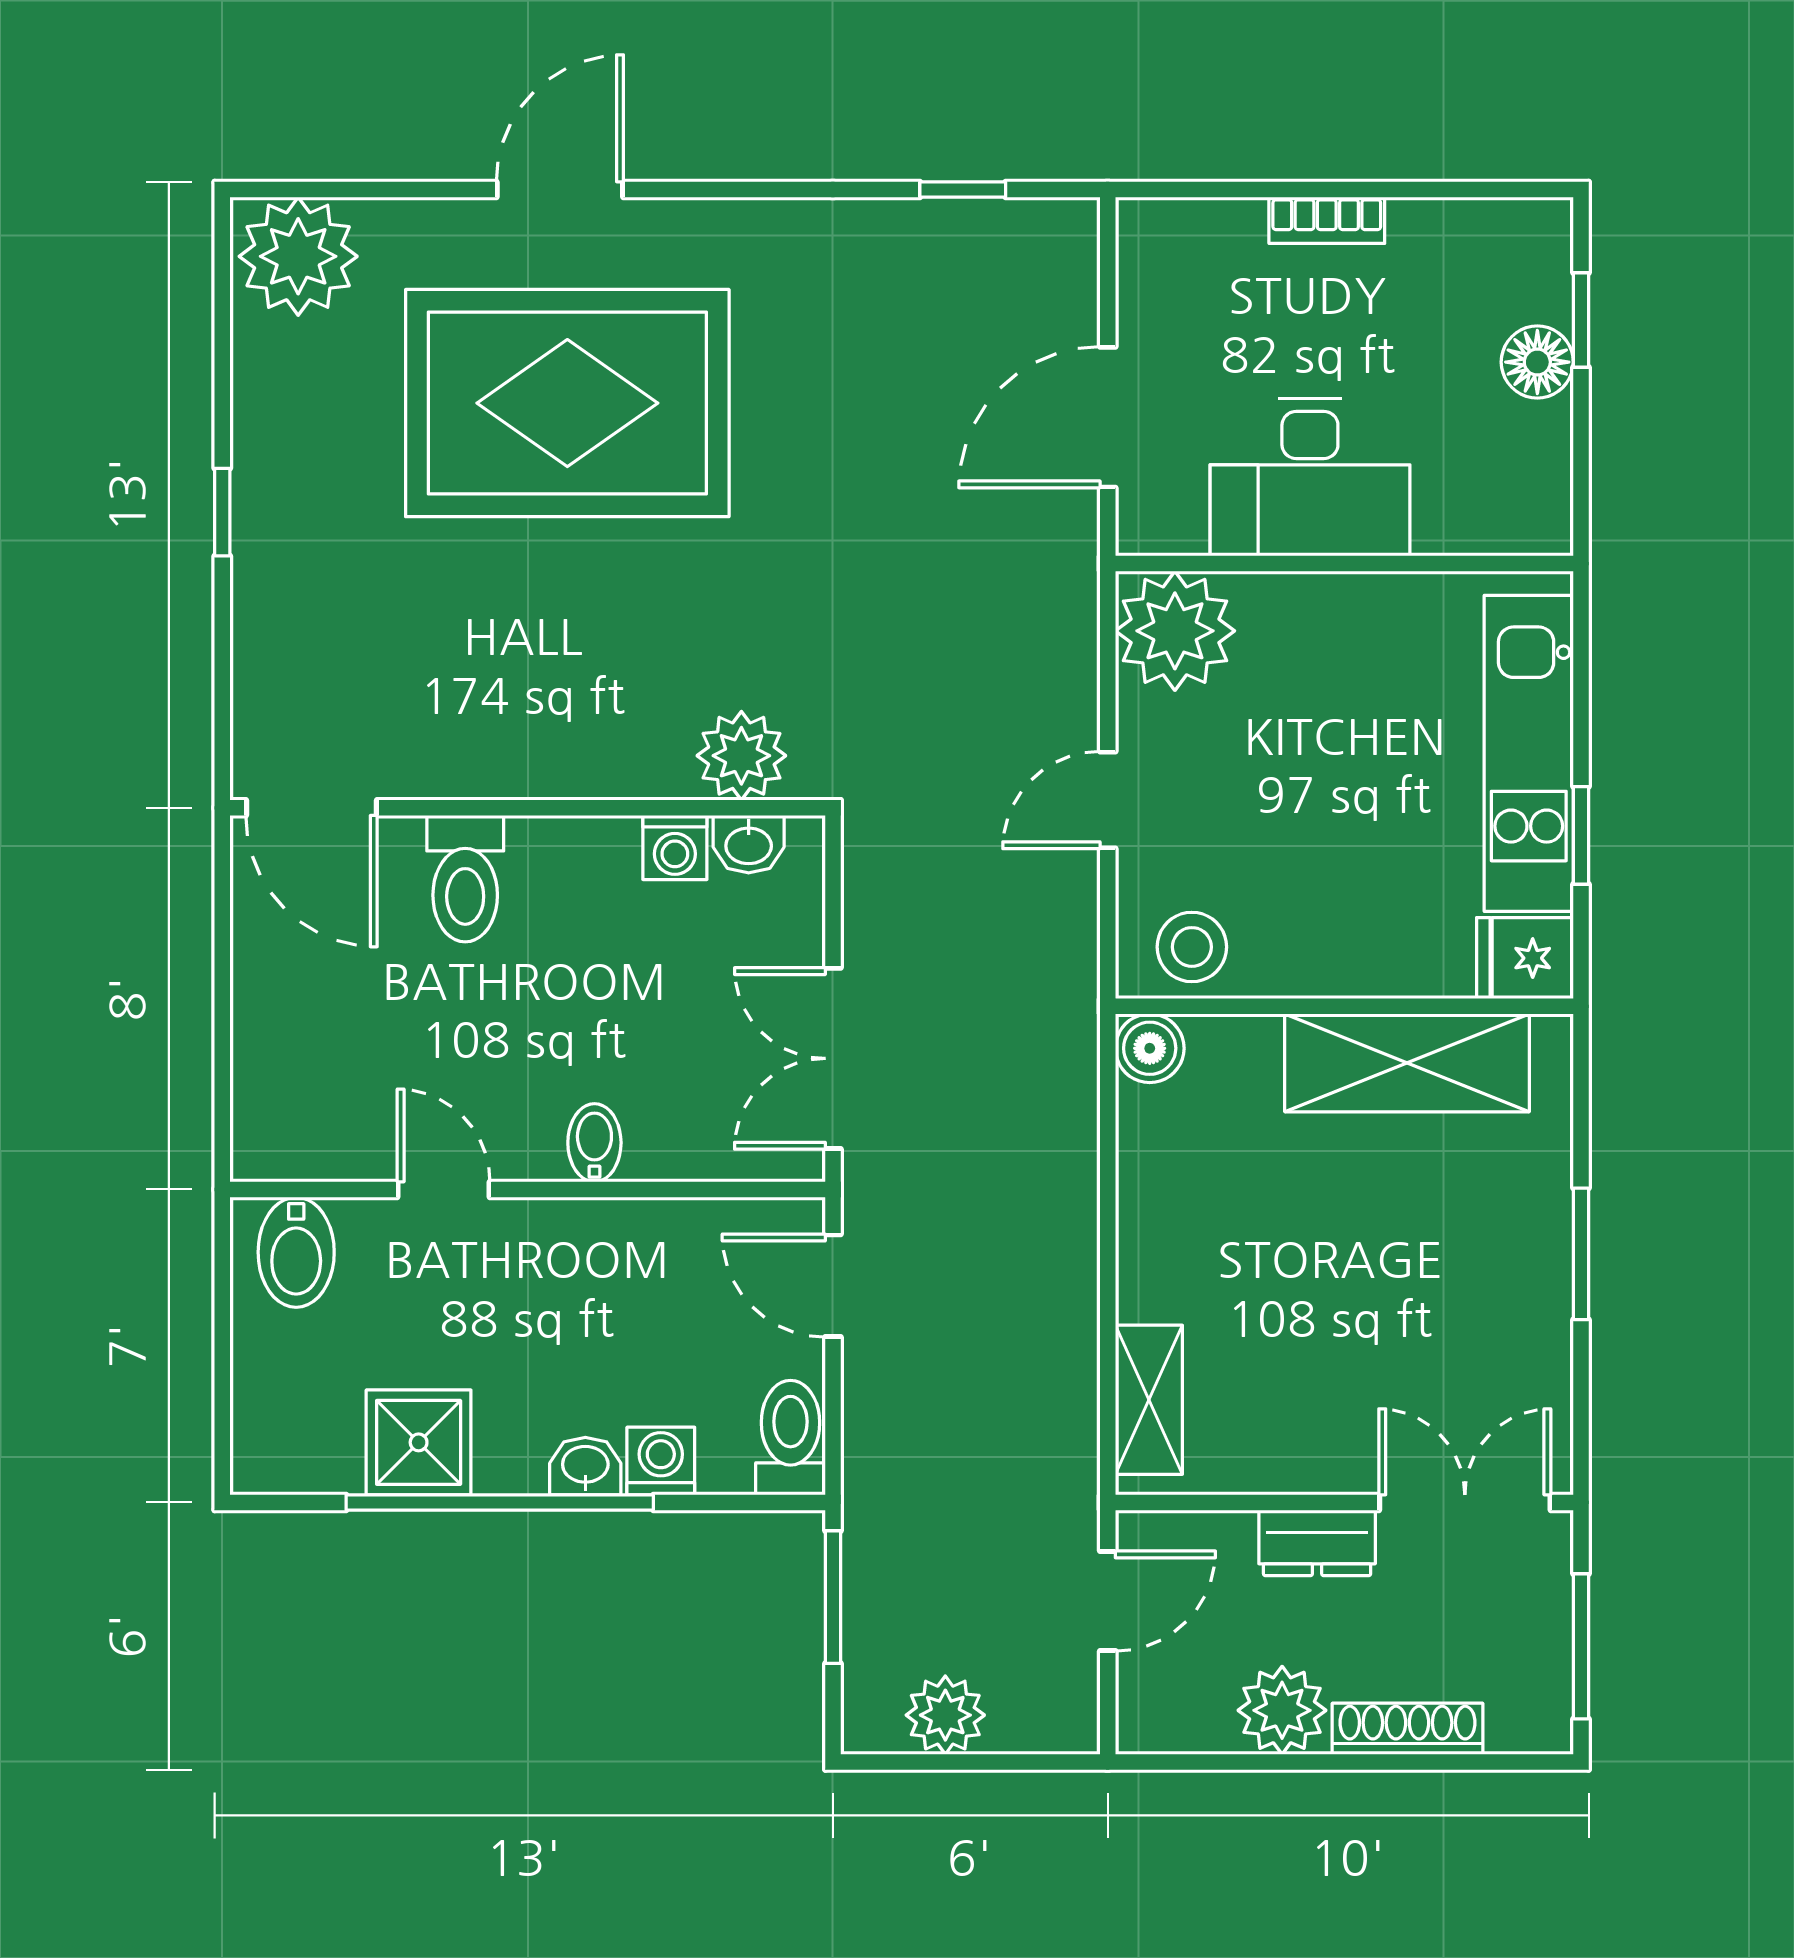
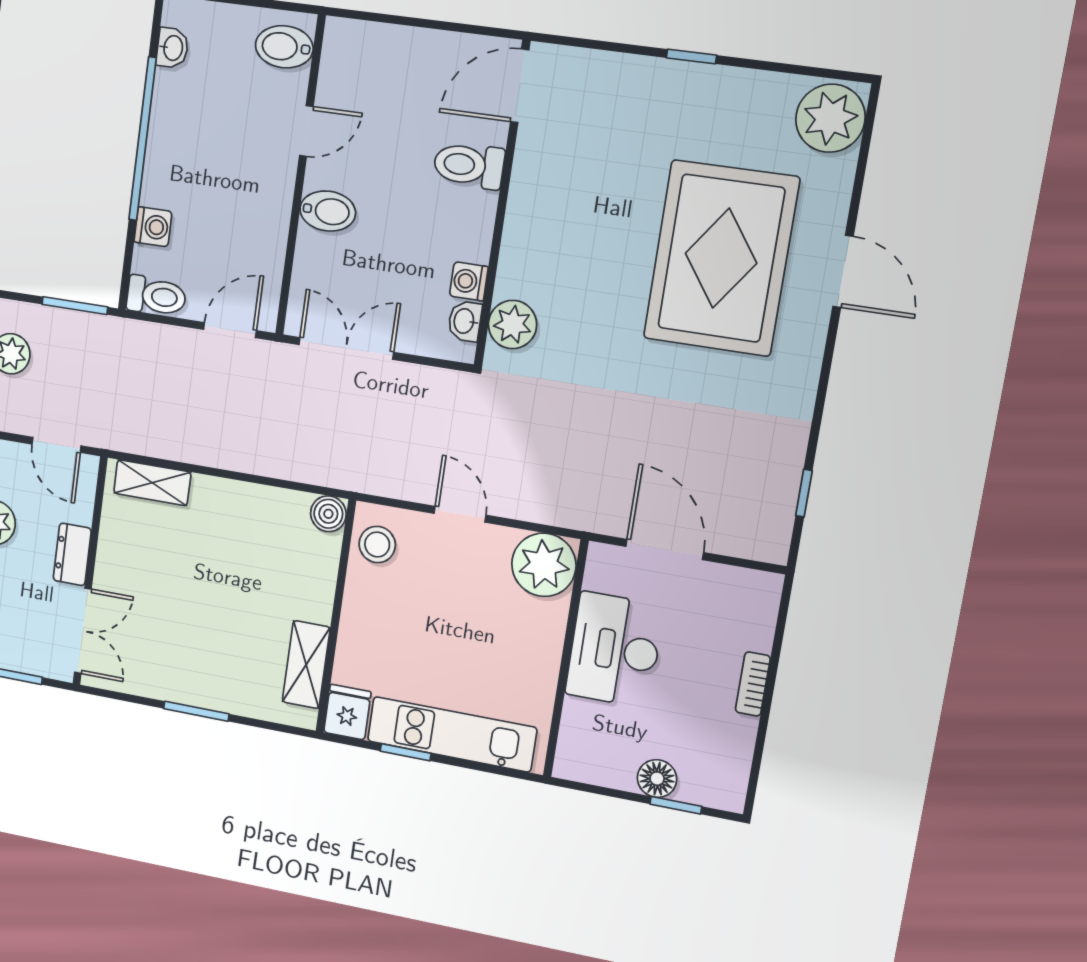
shelving: (1407, 1063) -> (306, 665), width x0.67, depth x0.75
bidet: (594, 1143) -> (328, 211), width x1.38, depth x1.36
shower: (419, 1442) -> (178, 100), removed
washbasin: (585, 1466) -> (172, 48), moved

